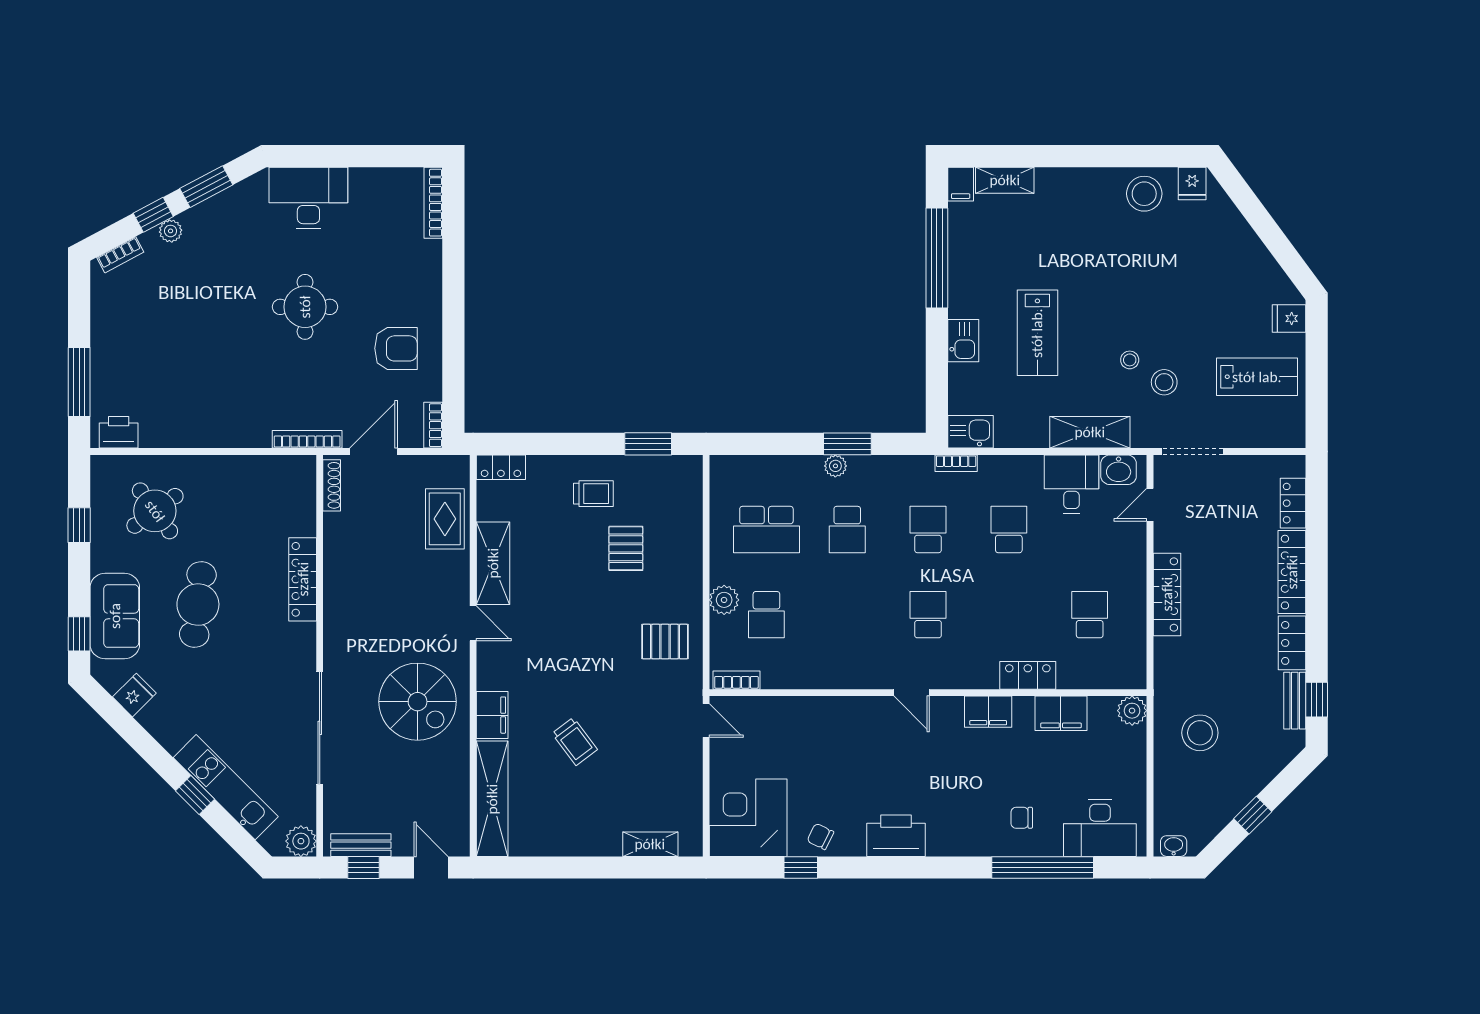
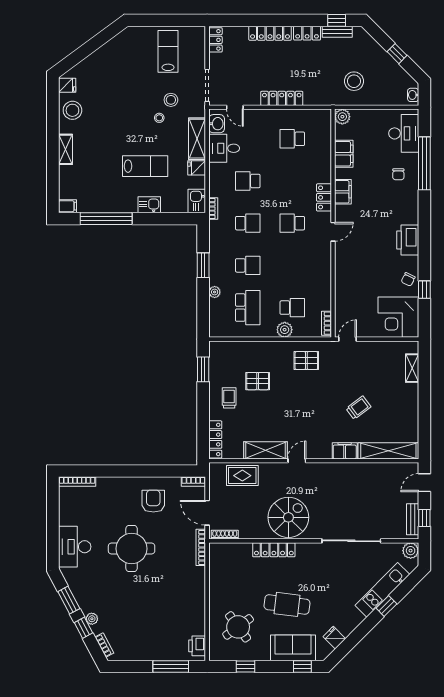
shelving: (1005, 180) -> (65, 149), moved
round table: (305, 307) -> (132, 549), width x1.36, depth x1.36
fridge: (1289, 318) -> (197, 168), moved, turned 90
plant: (835, 466) -> (215, 292), moved
locker: (501, 467) -> (215, 439), width x1.53
locker: (1293, 503) -> (215, 40), moved, turned -90
school desk: (928, 530) -> (248, 223), turned 180
pallet: (665, 642) -> (306, 361), turned 90
locker: (1028, 675) -> (324, 197), moved
spiral stairs: (418, 702) -> (288, 517), moved

